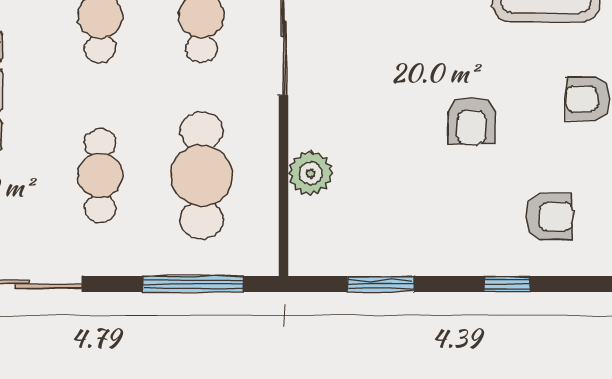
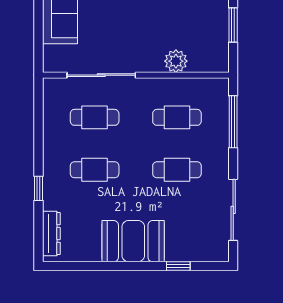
cafe table: (202, 175) -> (177, 117), width x0.73, depth x0.74

